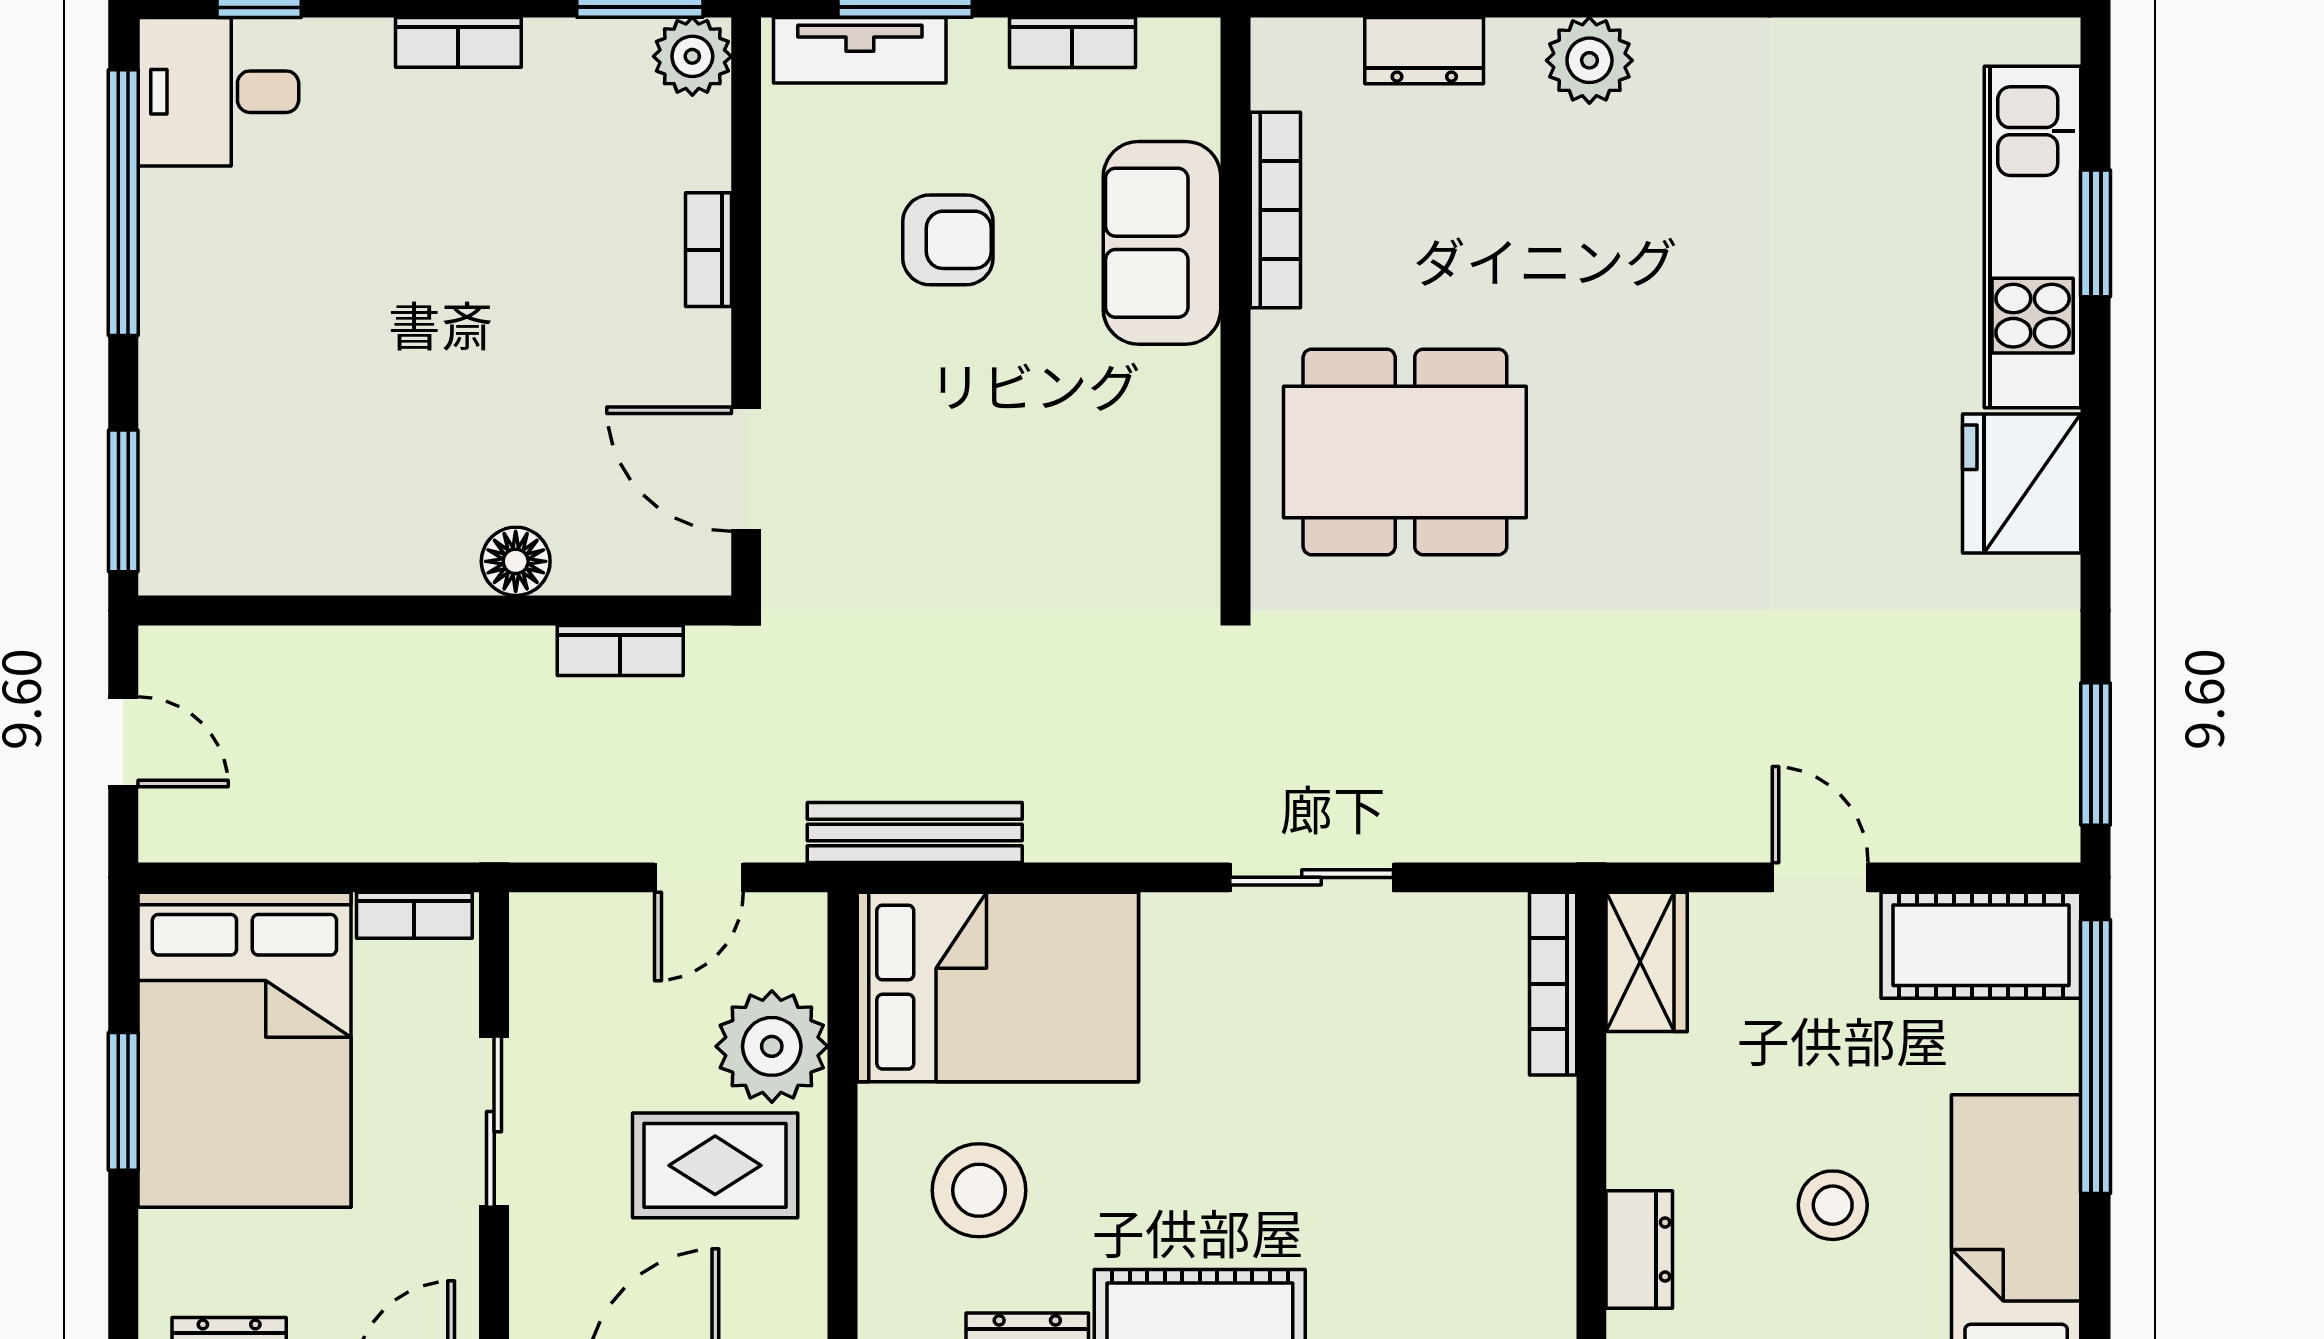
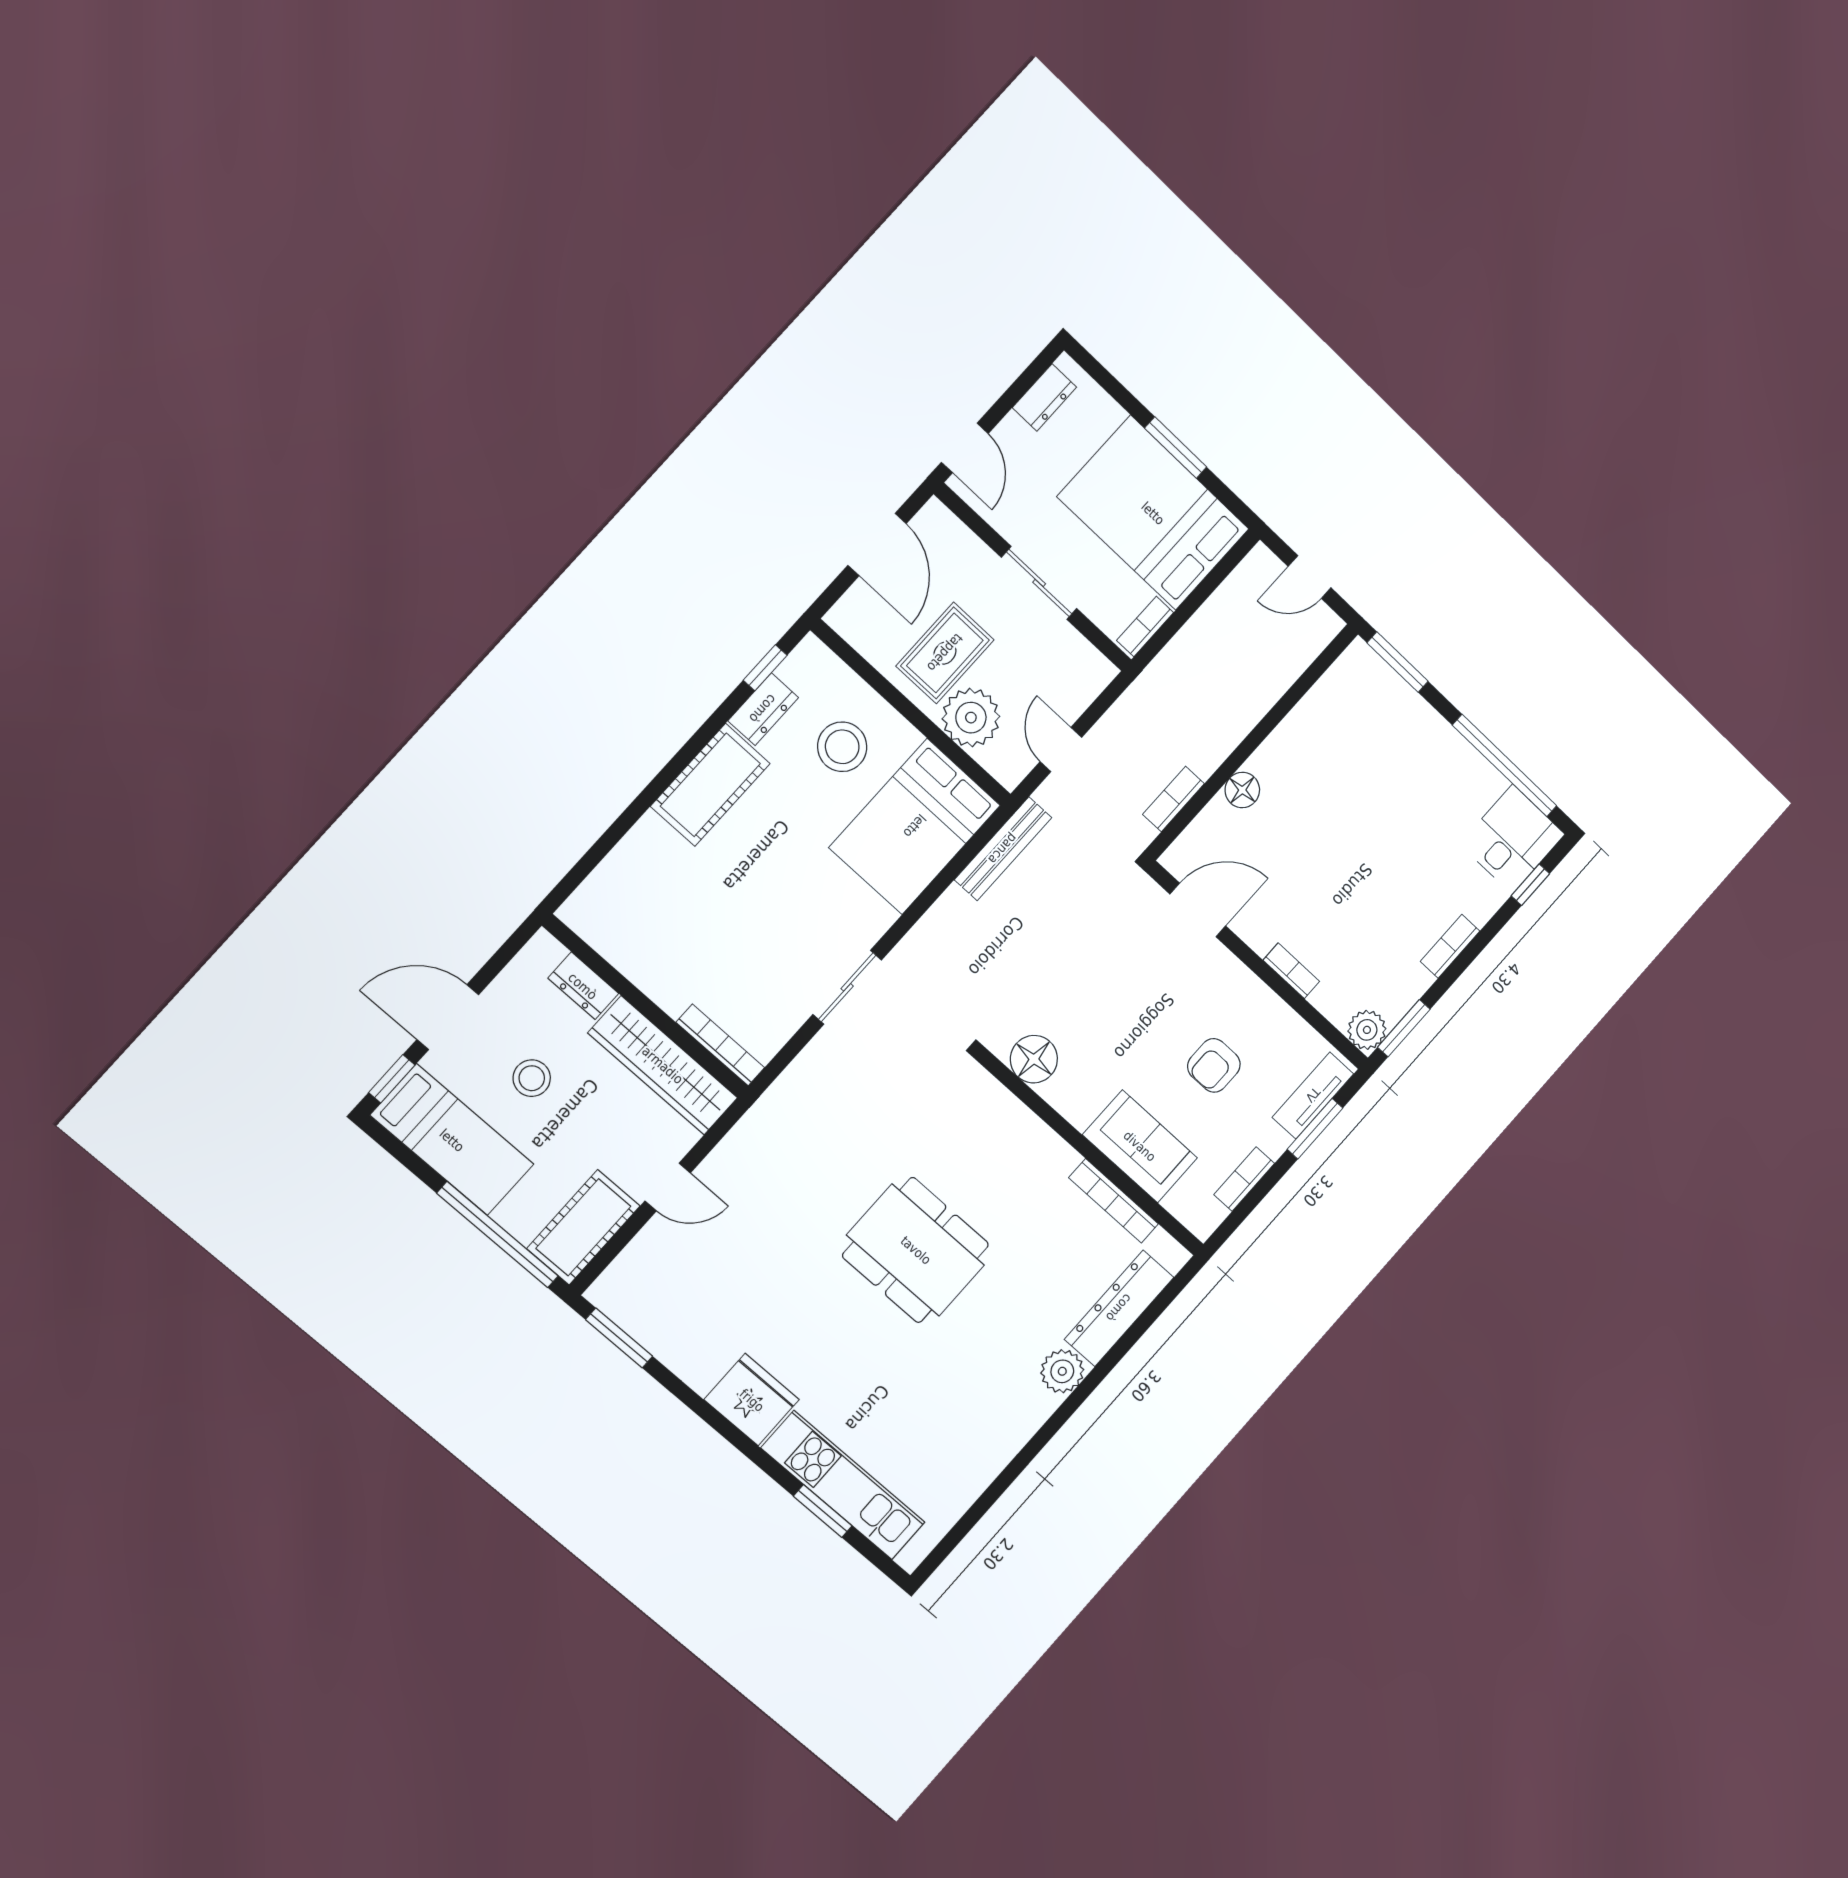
dresser: (1424, 51) -> (1119, 1308), width x1.96, depth x1.24
dining table: (1405, 452) -> (916, 1250), moved, turned 90
floor lamp: (1175, 515) -> (1034, 1059), added
wardrobe: (1647, 962) -> (663, 1065), width x2.10, depth x1.17

